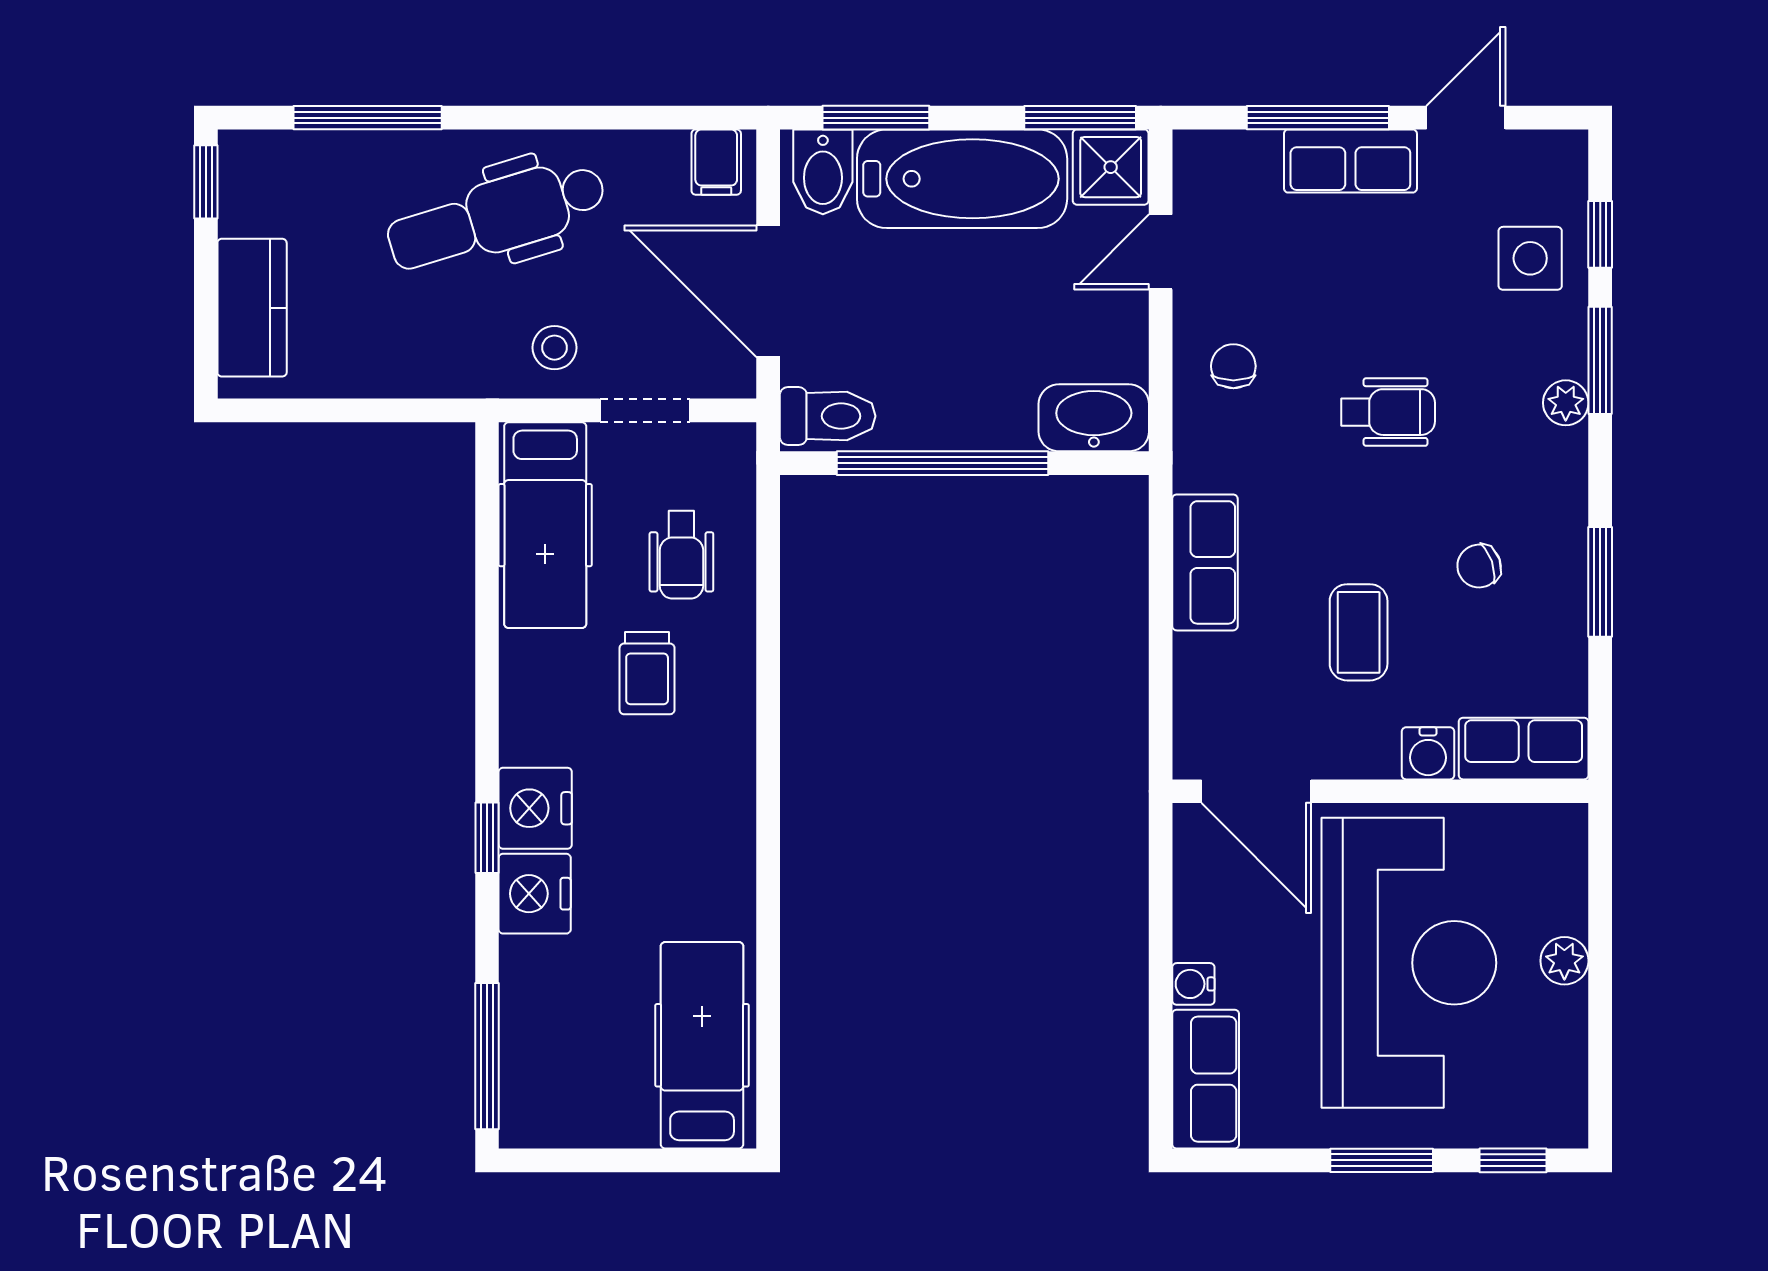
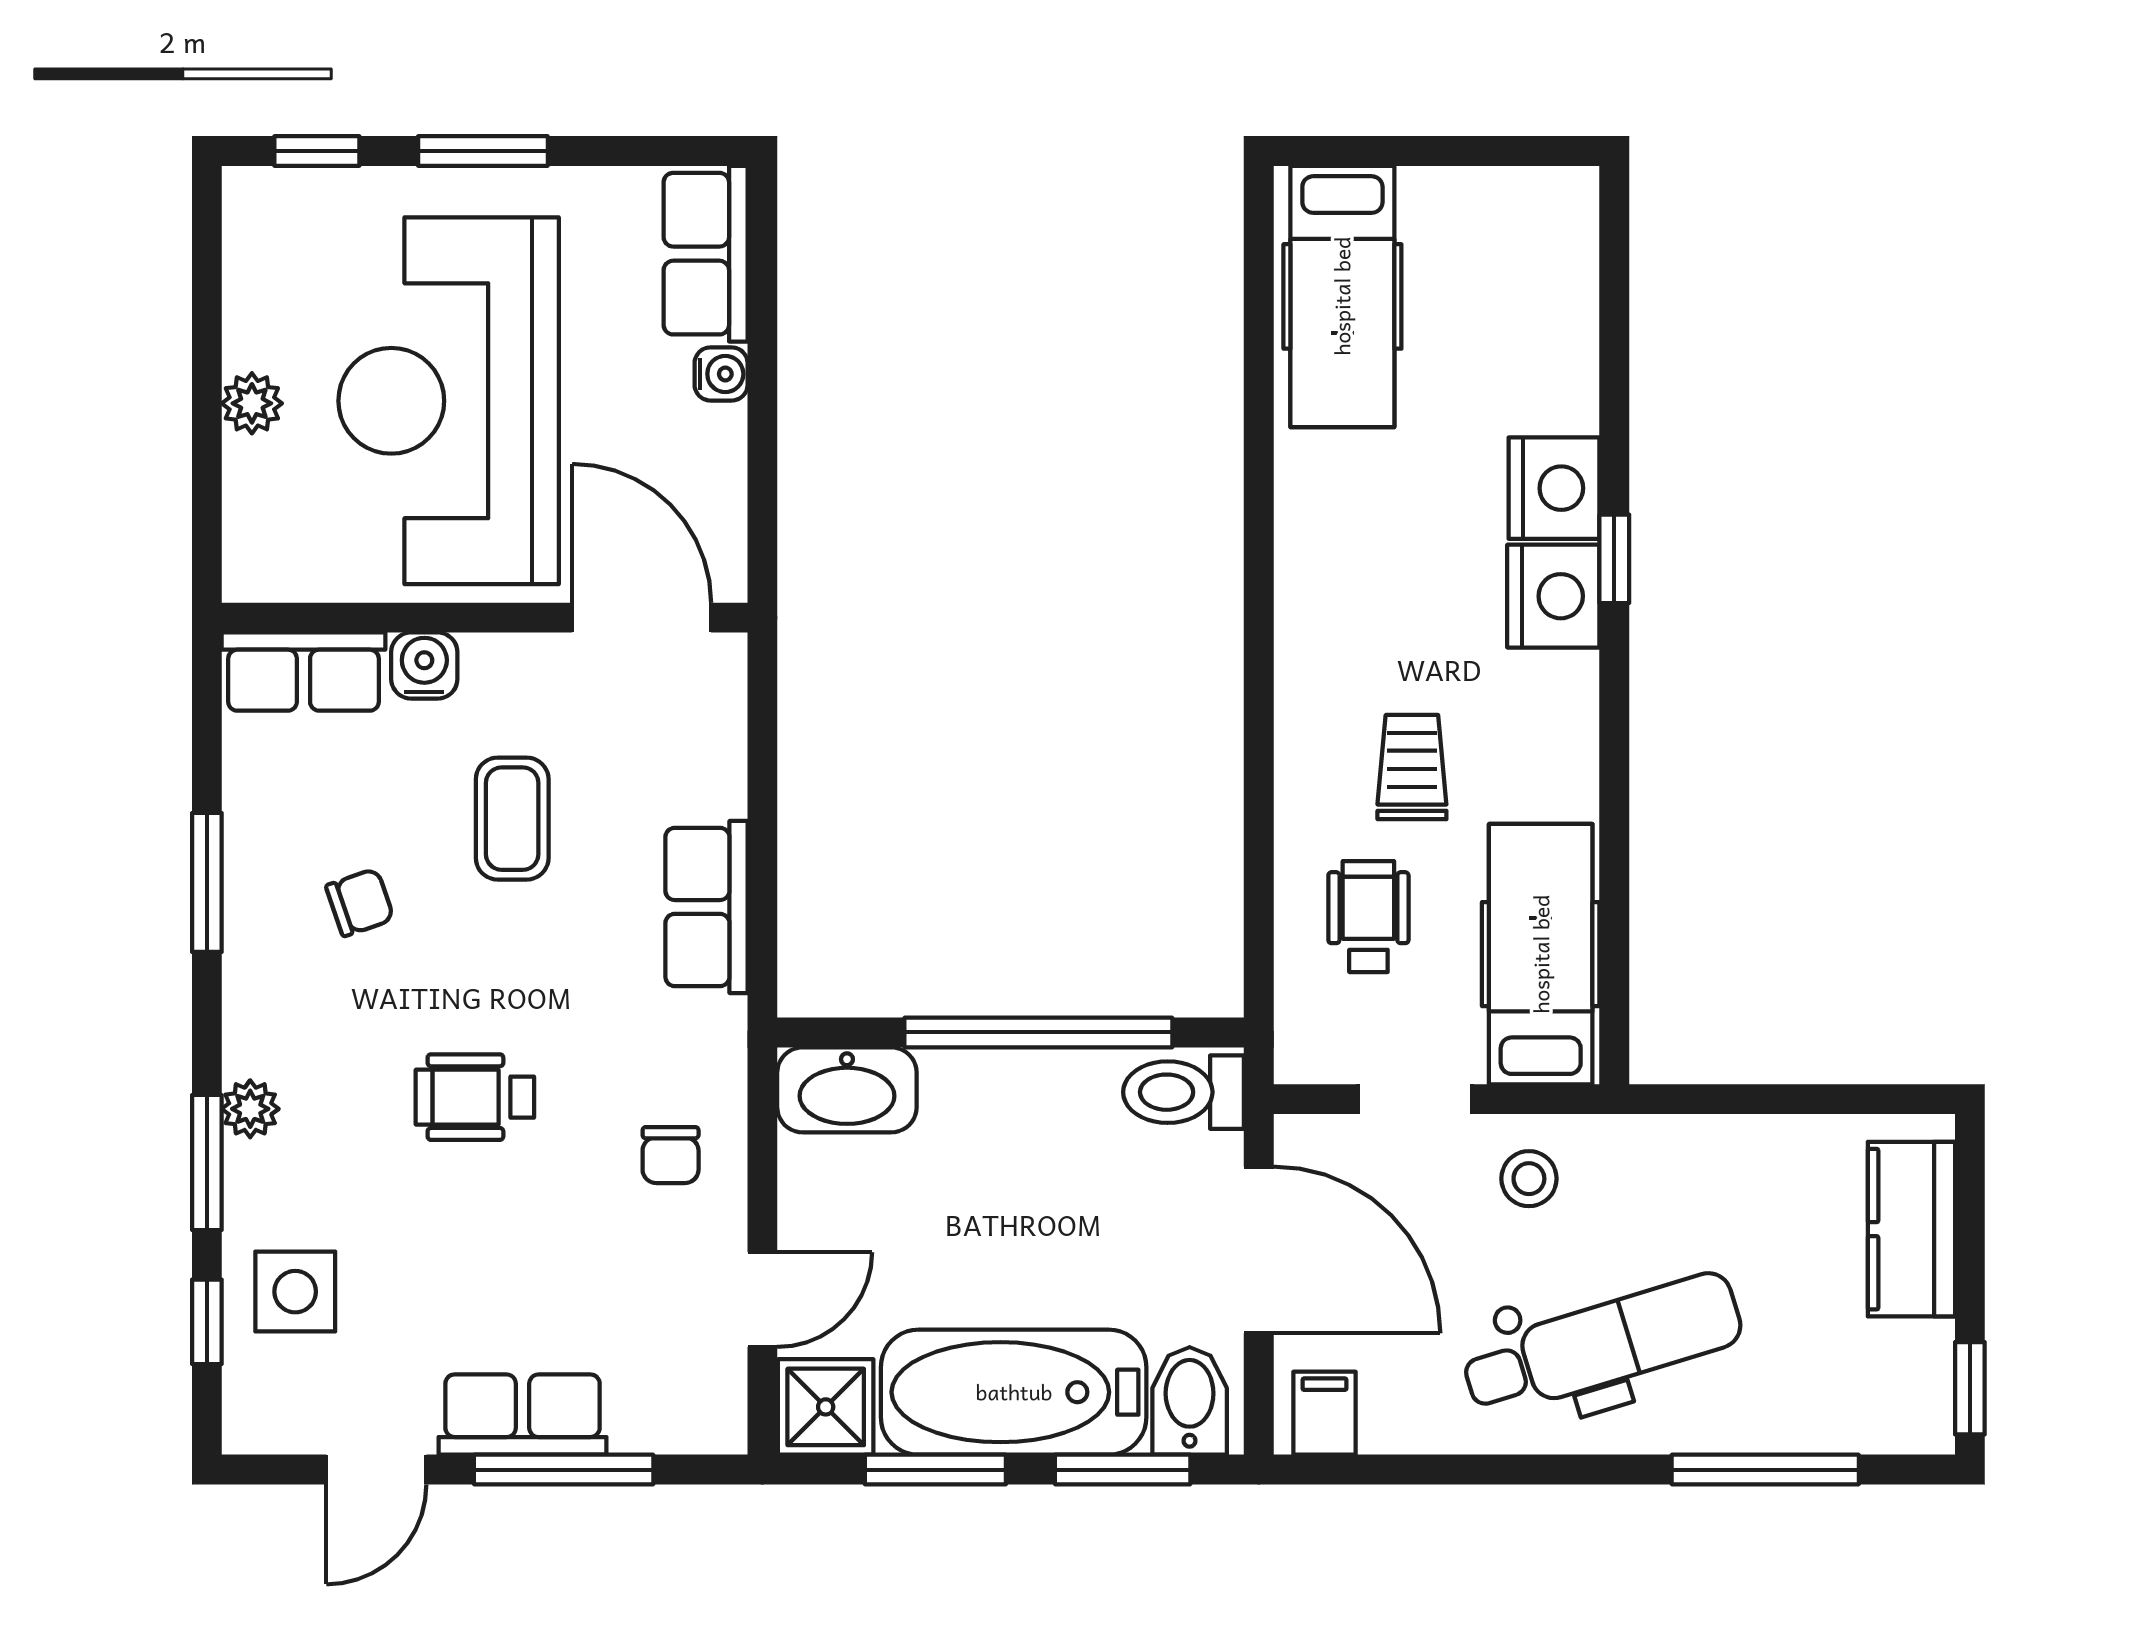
window: (1080, 118) -> (935, 1470), moved
window: (487, 1056) -> (1614, 283), removed

